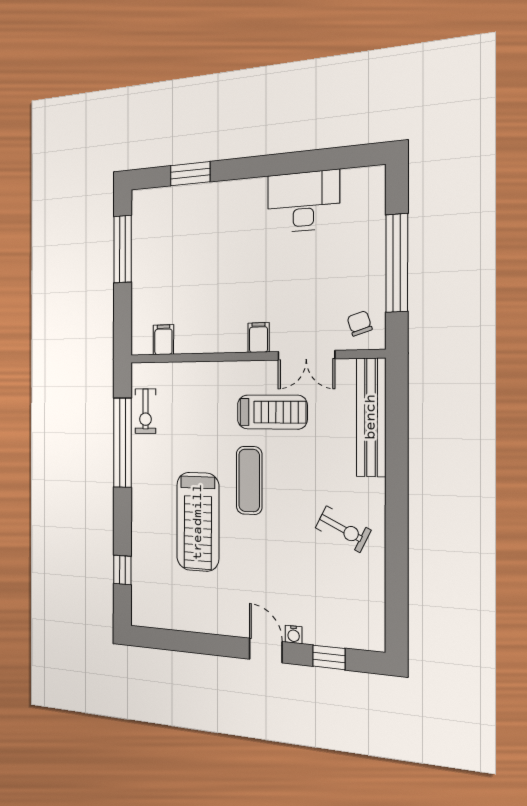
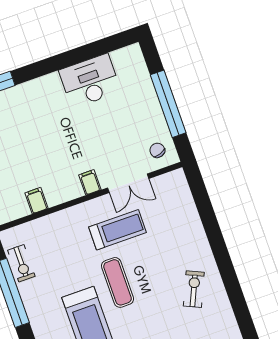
filing cabinet: (163, 340) -> (36, 201), moved
bench: (371, 417) -> (187, 209), removed
exercise bike: (343, 529) -> (194, 289), turned -92

